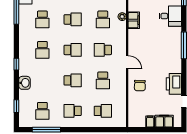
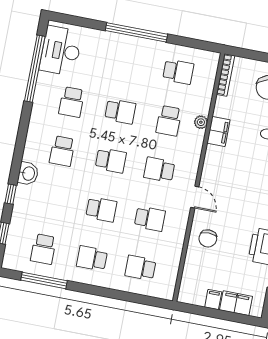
window: (16, 64) -> (11, 194), moved
school desk: (103, 80) -> (150, 219), turned -90
washbasin: (25, 83) -> (28, 173), moved
school desk: (103, 111) -> (140, 268), turned 180

